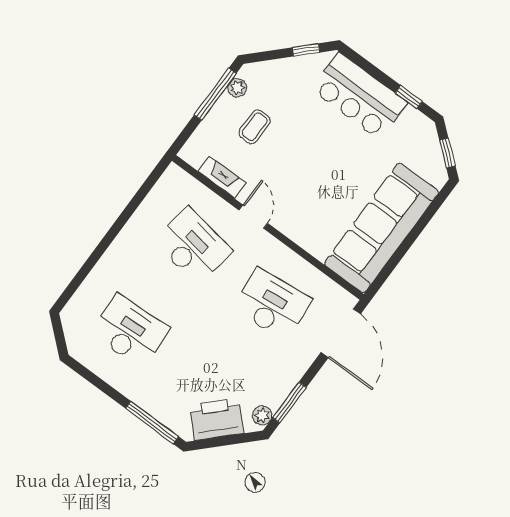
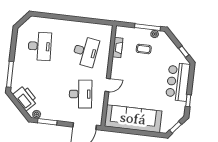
door: (253, 217) -> (108, 85), moved

